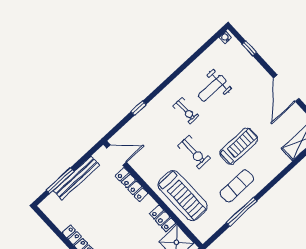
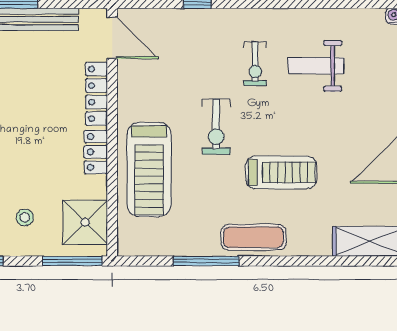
exercise mat: (237, 186) -> (253, 237), moved
locker: (163, 218) -> (96, 152), moved

